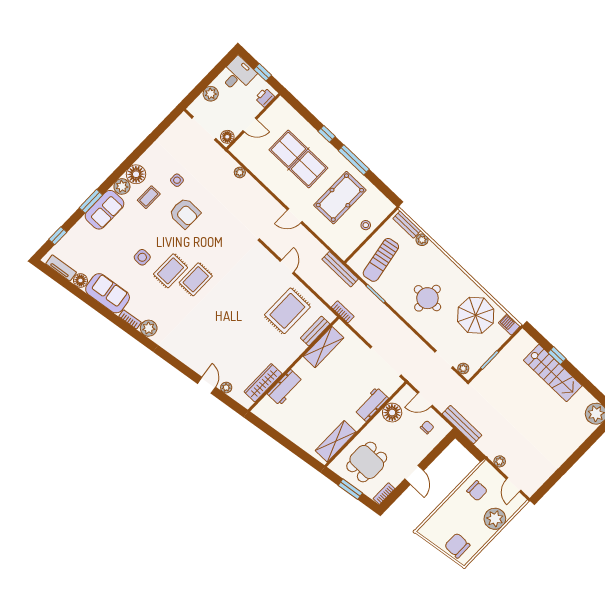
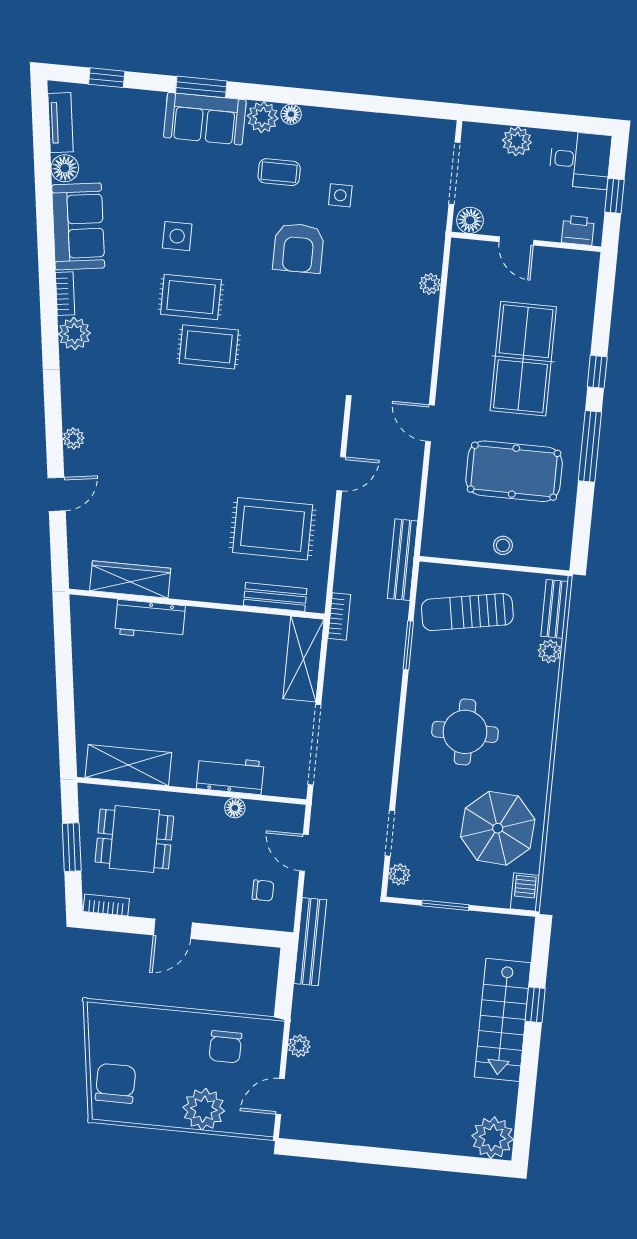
floor lamp: (136, 174) -> (291, 114), width x0.53, depth x0.53
shelving: (323, 347) -> (303, 659), moved, turned 90
plant: (226, 388) -> (73, 438), moved
floor lamp: (392, 413) -> (235, 808), width x0.53, depth x0.53

